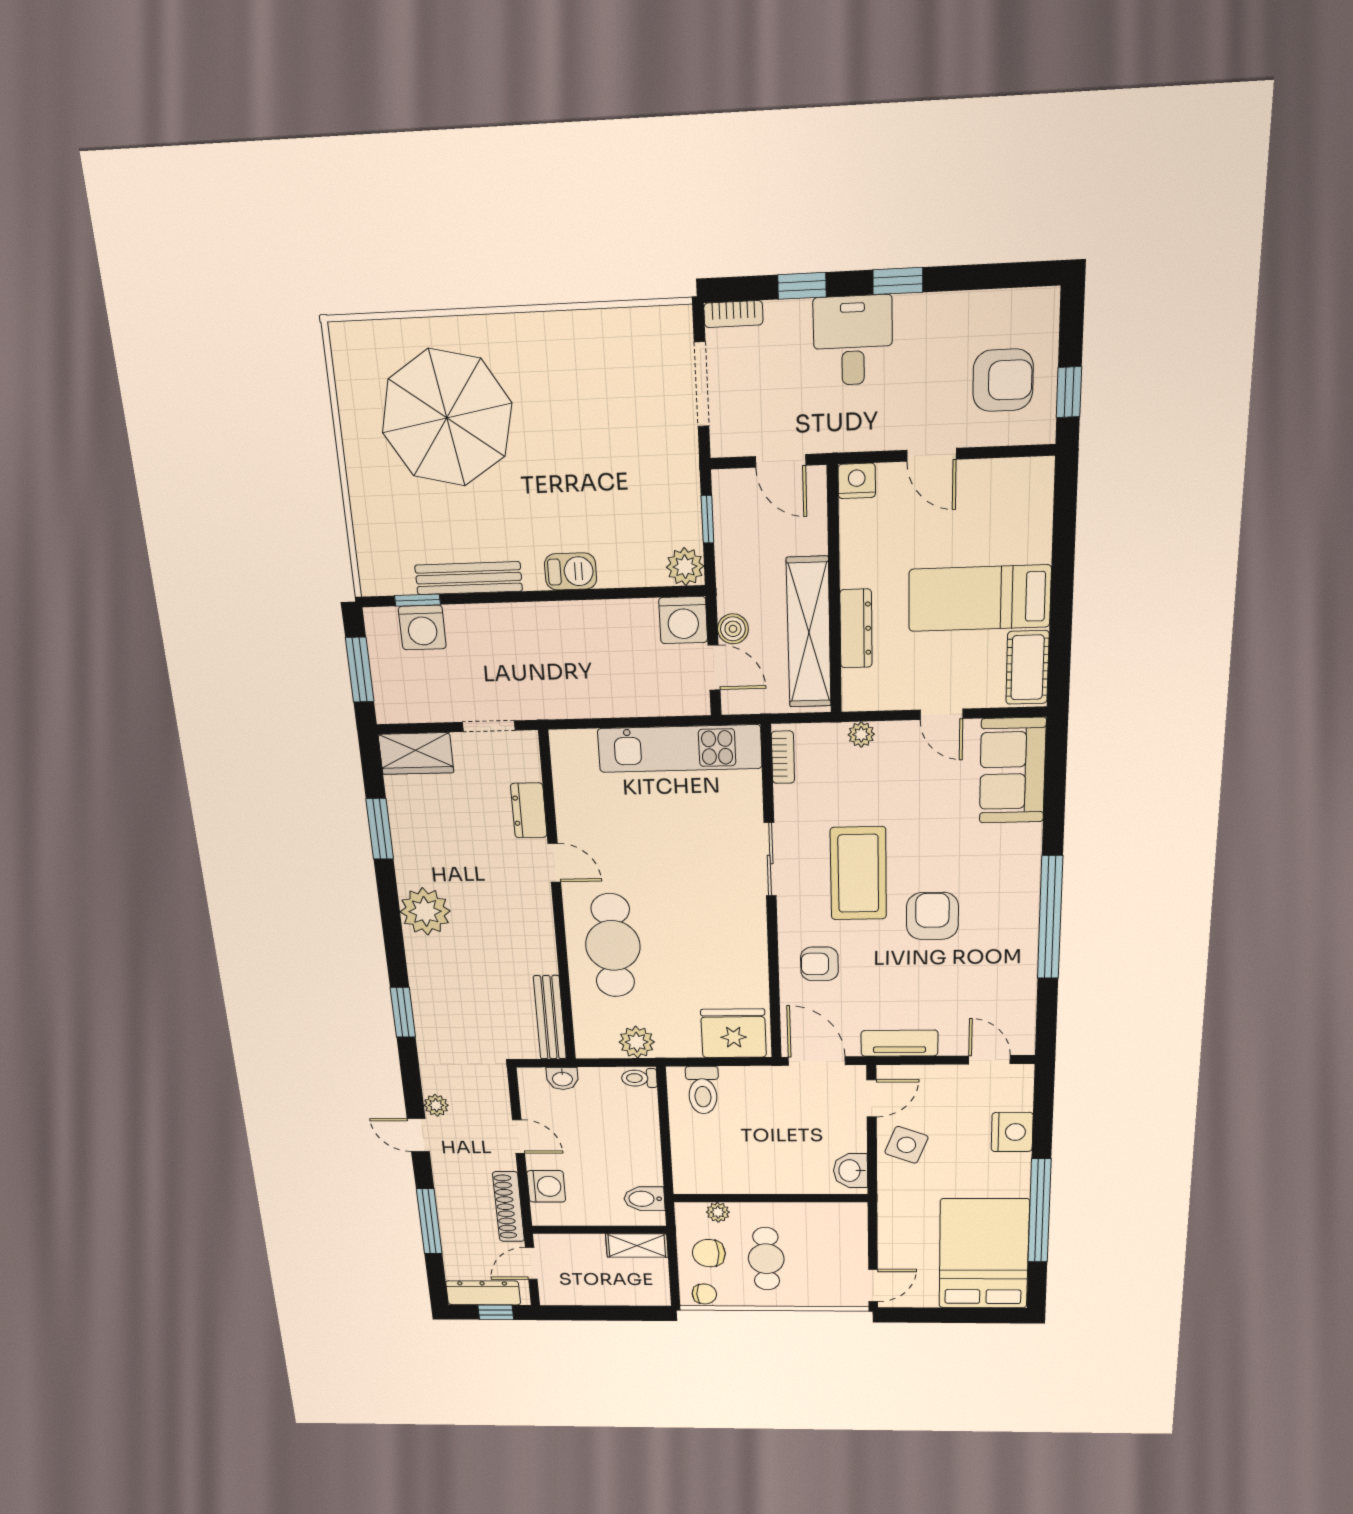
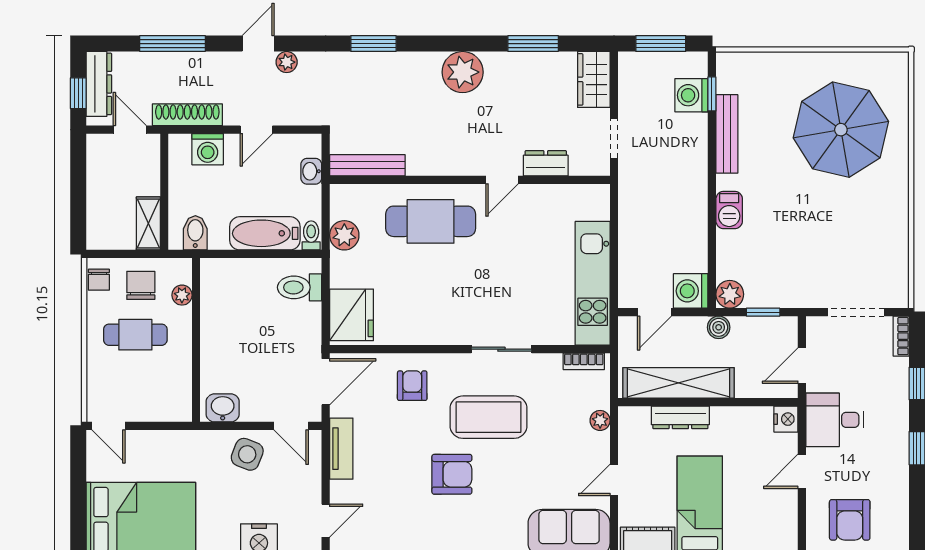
desk: (853, 341) -> (835, 420), moved, turned 180
boiler: (733, 629) -> (719, 327), moved
bathtub: (640, 1127) -> (265, 233), added

